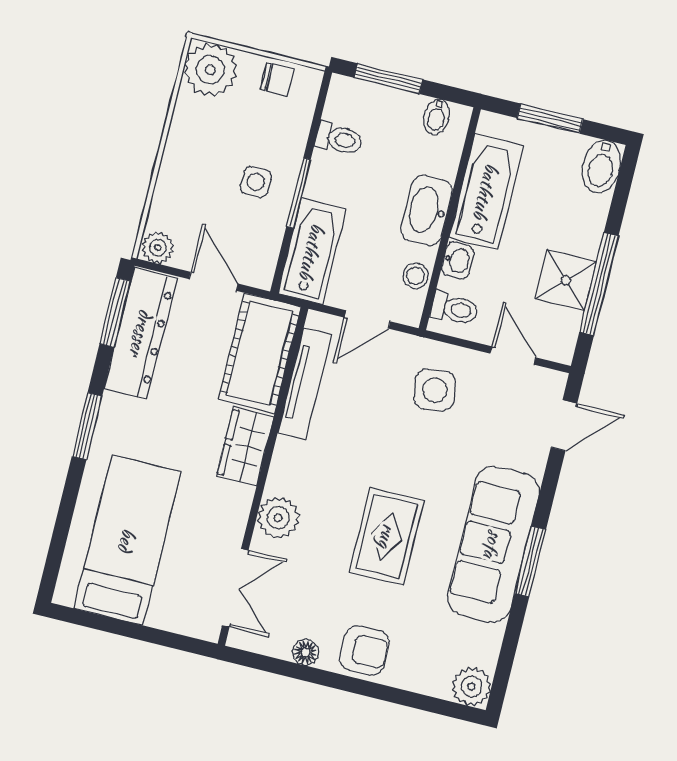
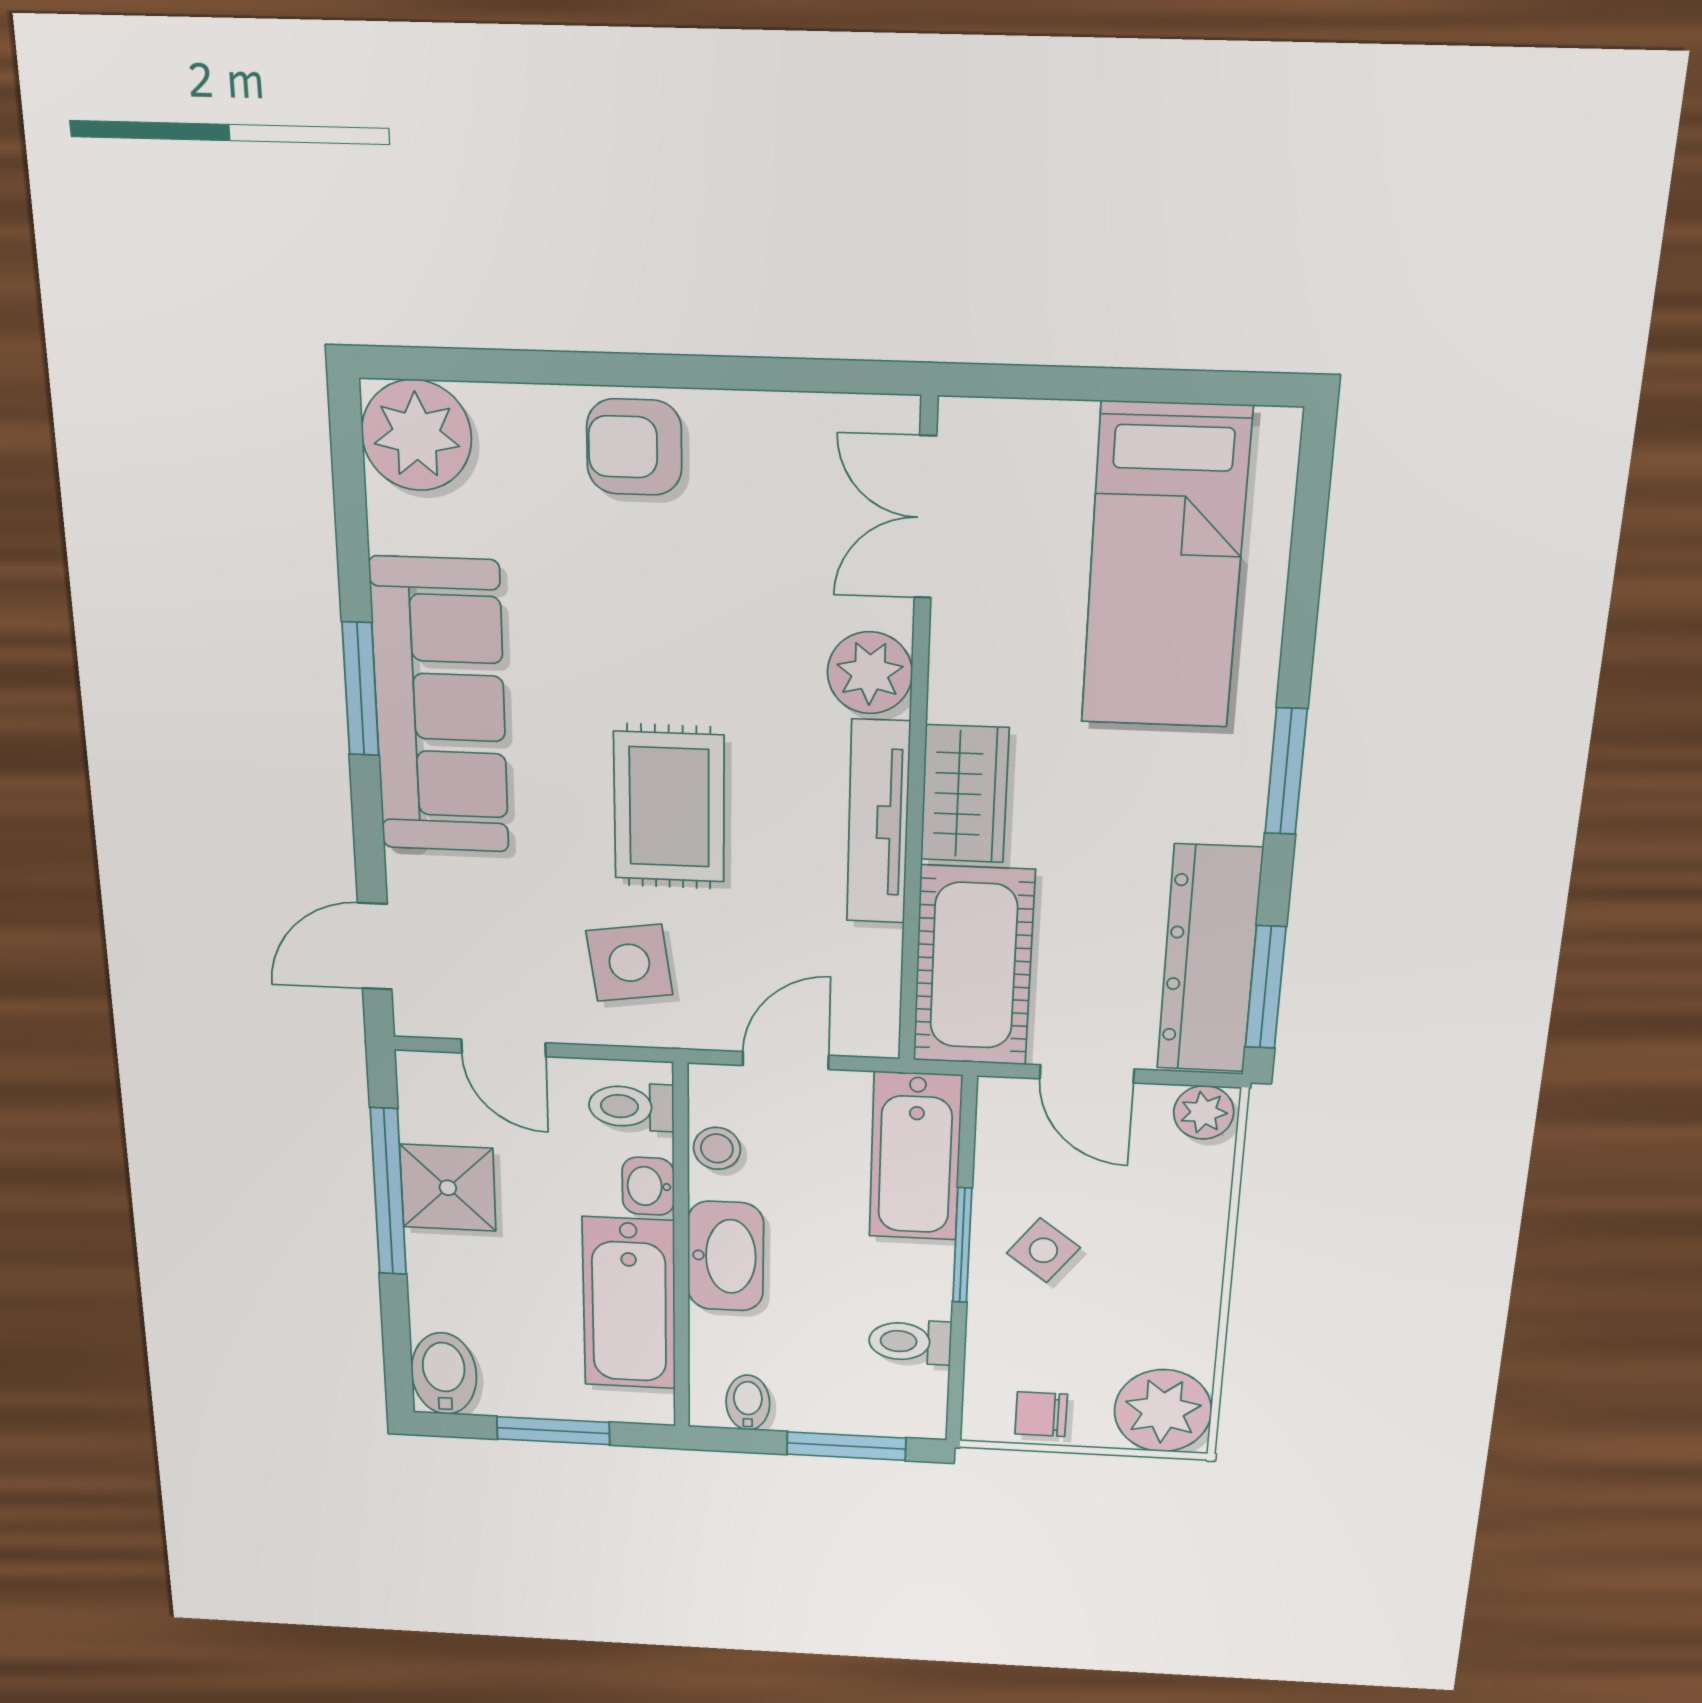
side table: (256, 182) -> (1043, 1250), turned 37
tv unit: (305, 384) -> (878, 822), moved
rug: (387, 536) -> (669, 807), moved
floor lamp: (306, 652) -> (753, 417), removed
plant: (471, 687) -> (416, 435), width x1.36, depth x1.36

